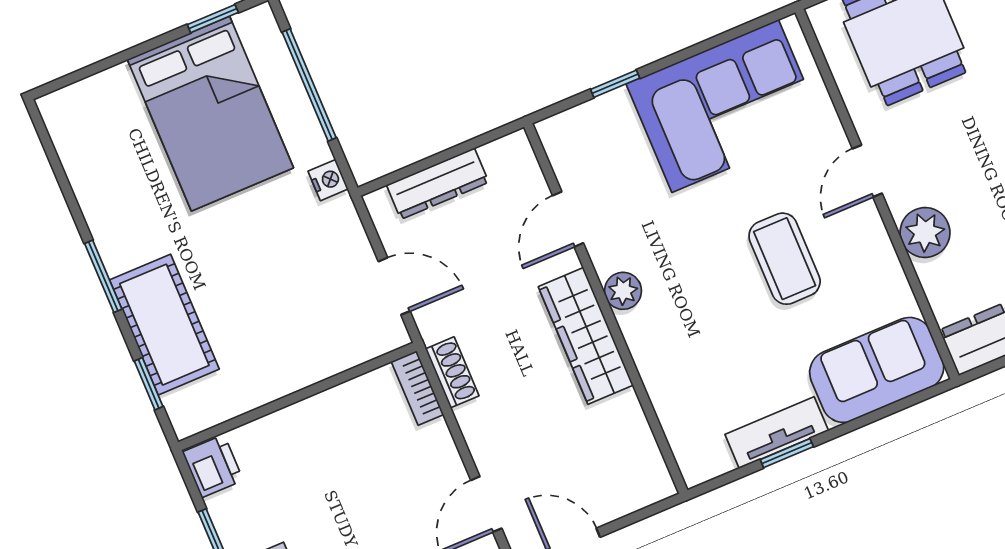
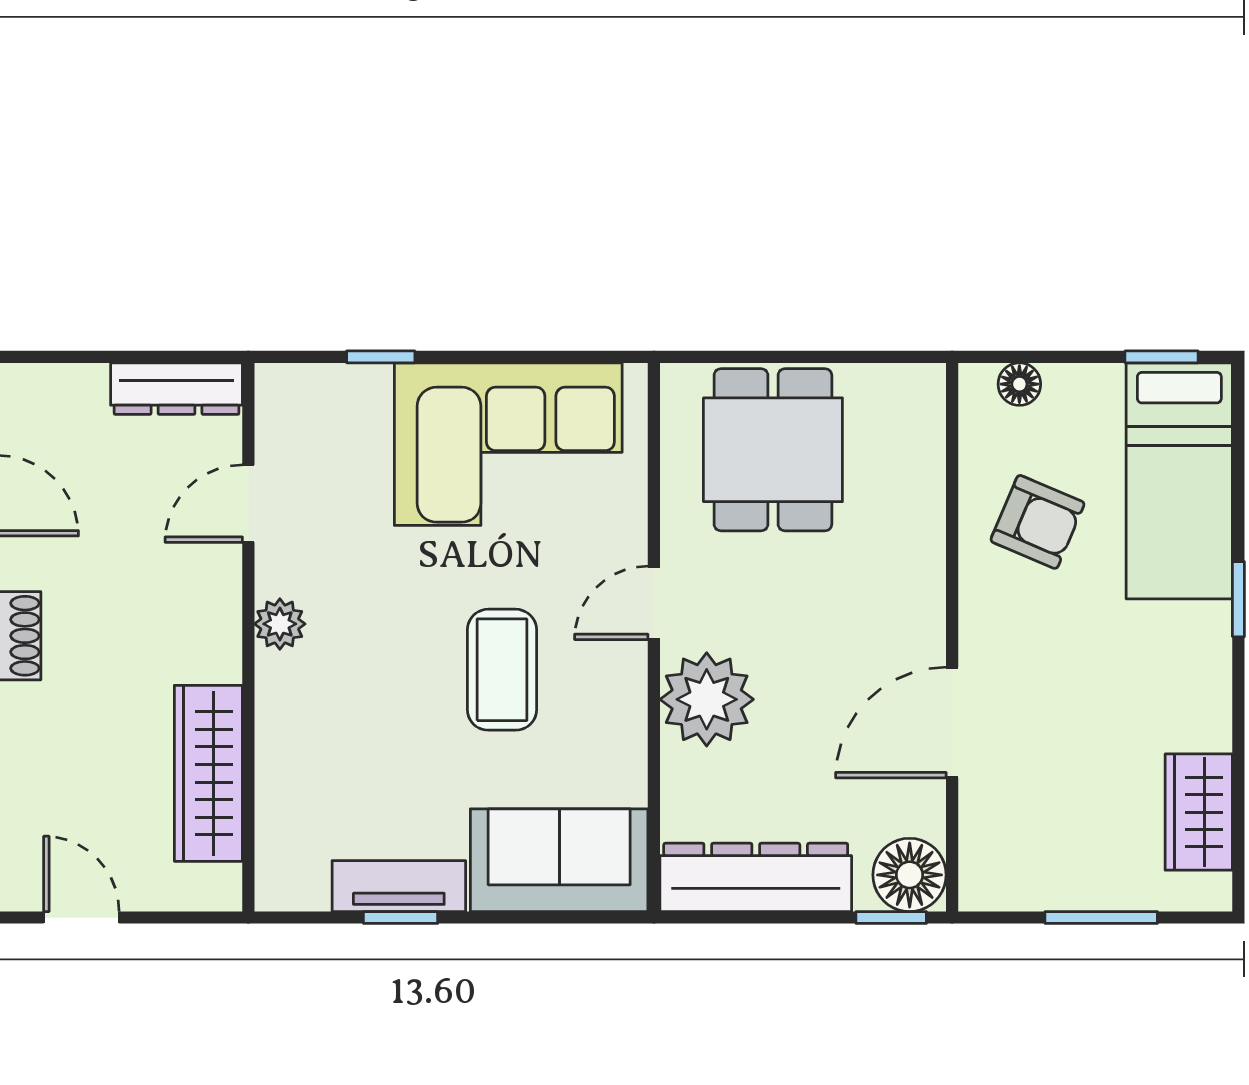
dresser: (438, 184) -> (176, 389), moved
plant: (925, 232) -> (707, 699), width x1.36, depth x1.36
wardrobe: (586, 336) -> (208, 773), moved

